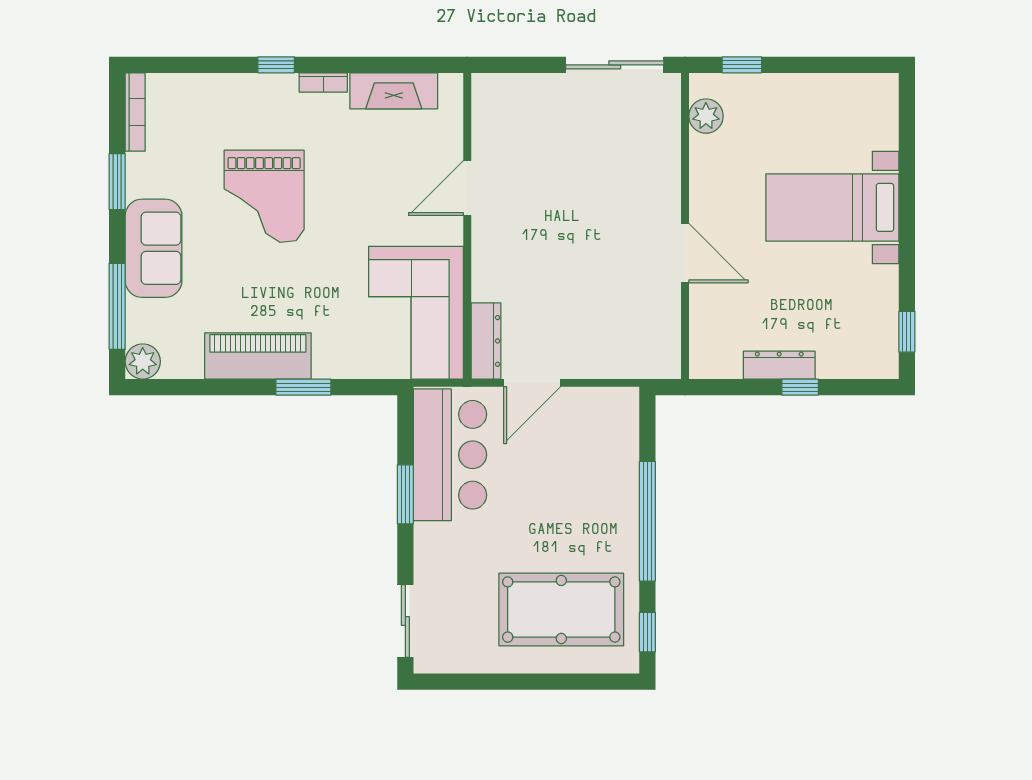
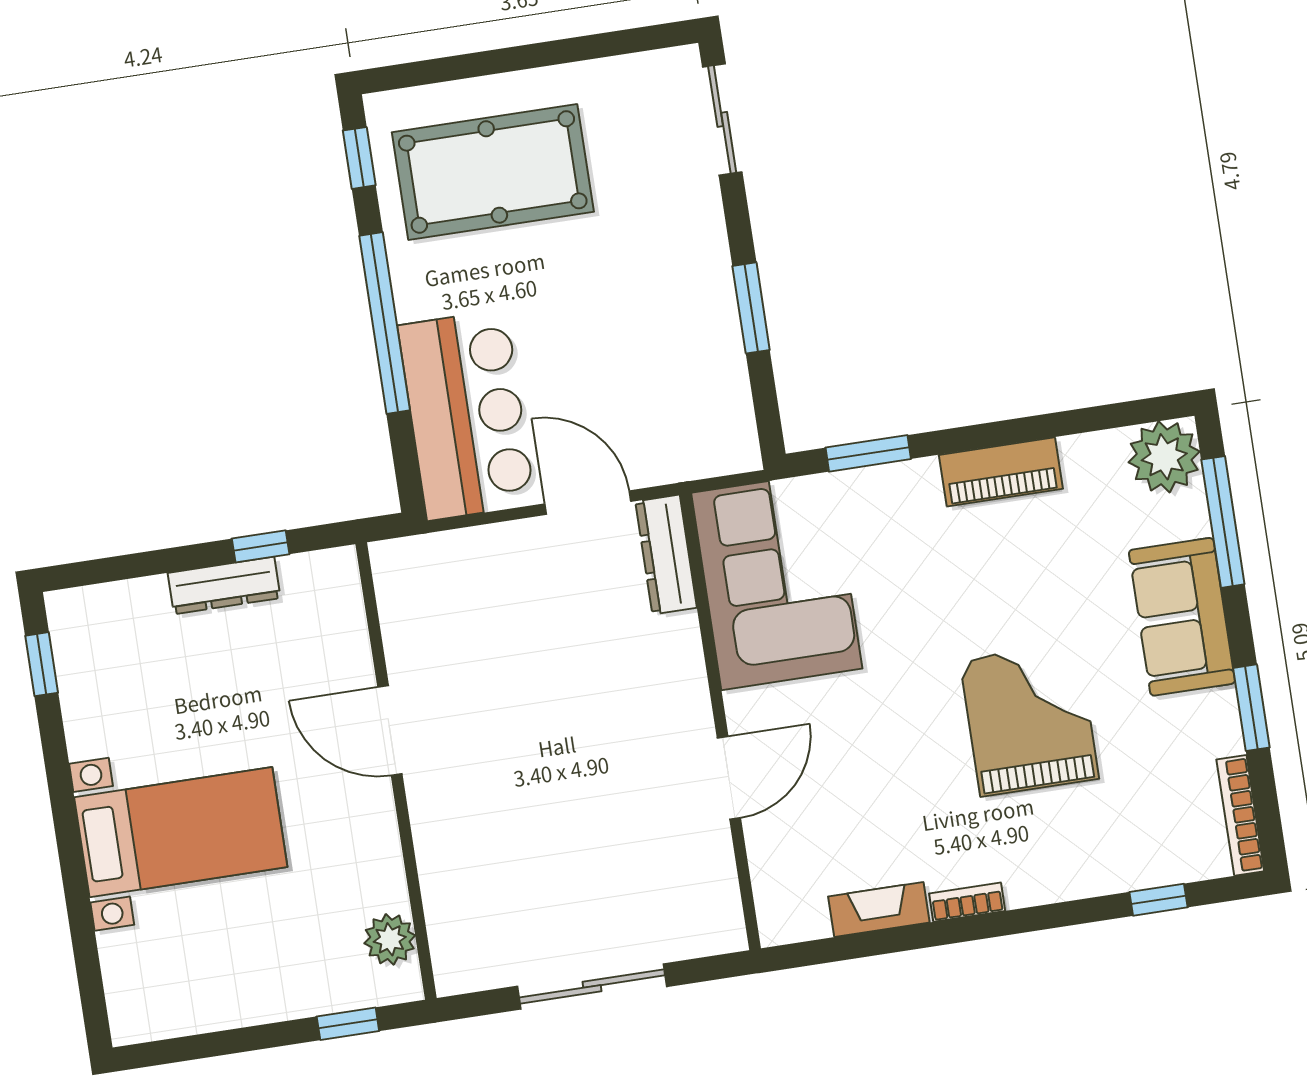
window: (276, 65) -> (1158, 900), moved
sliding door: (615, 65) -> (592, 986), moved
fireplace: (394, 91) -> (879, 909), width x0.73, depth x0.76
piano: (258, 356) -> (1001, 472), width x0.73, depth x0.75
plant: (143, 361) -> (1164, 457), width x1.36, depth x1.36
door: (532, 383) -> (588, 503), hinge flipped
window: (303, 387) -> (868, 453), moved
window: (800, 387) -> (261, 546), moved
bar counter: (450, 455) -> (467, 415), moved, turned 180

